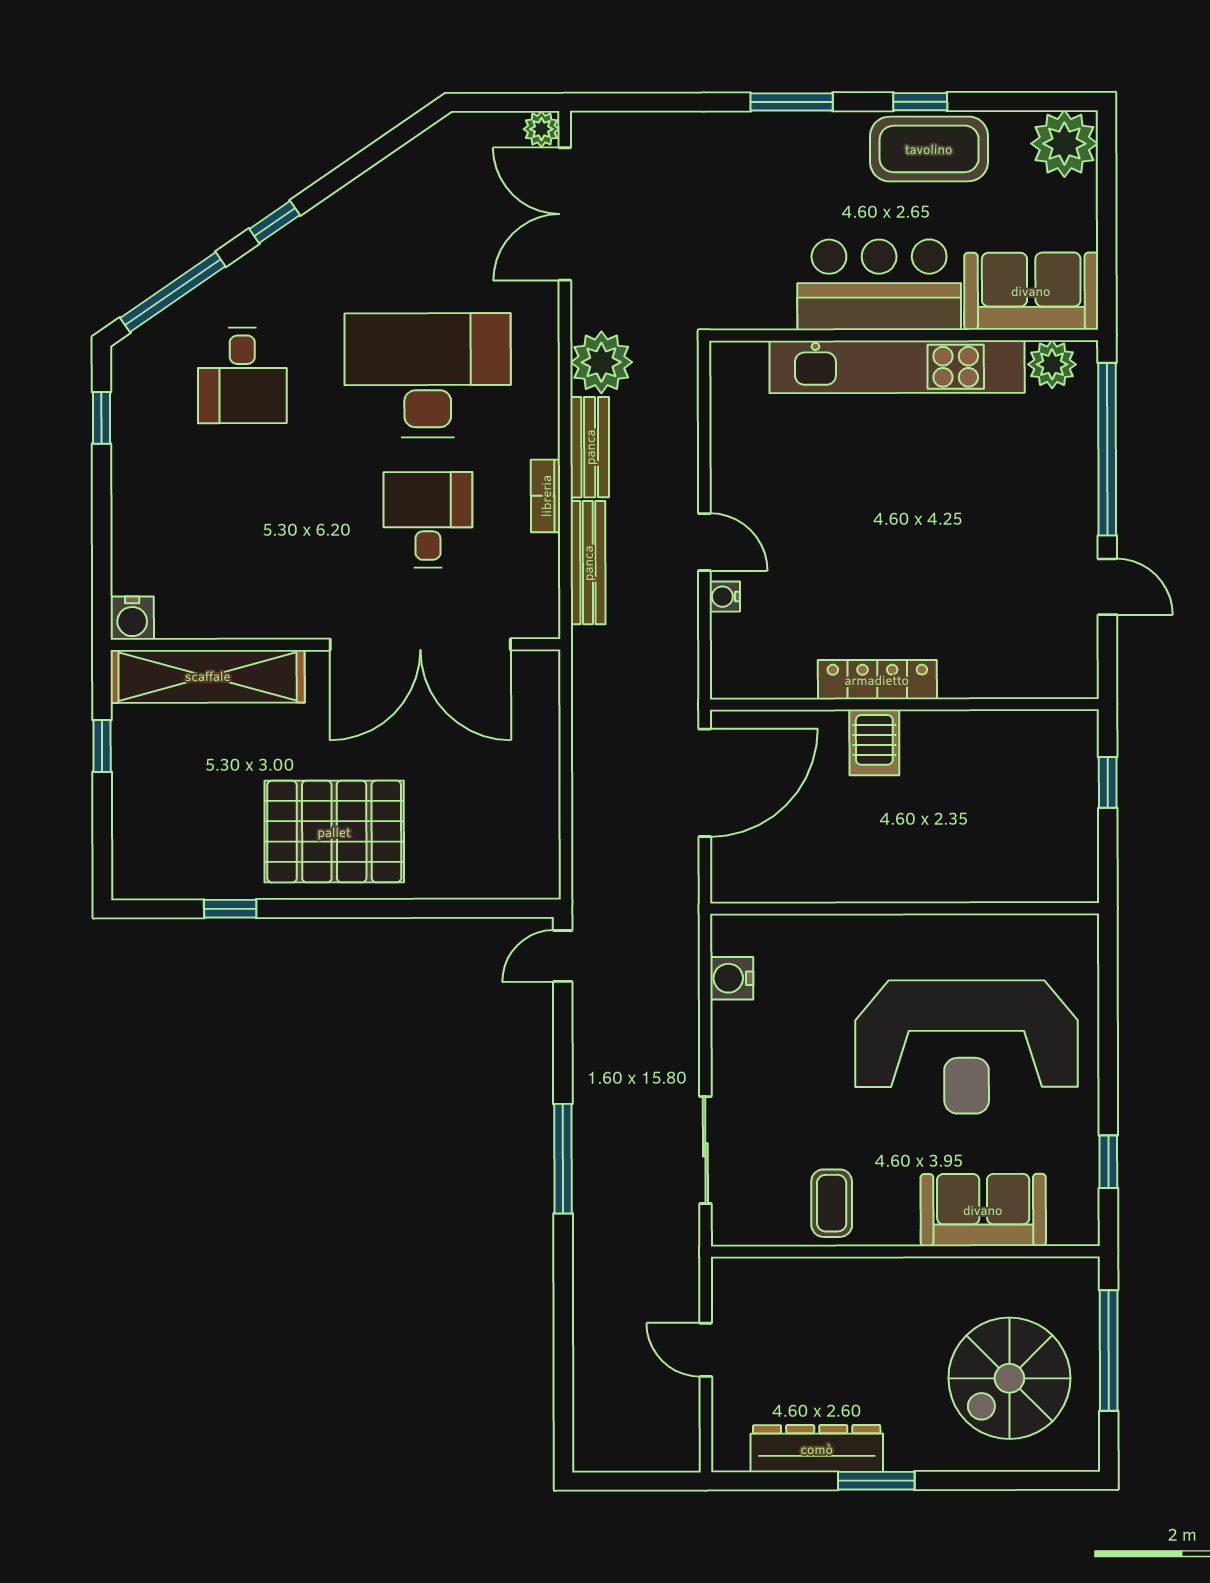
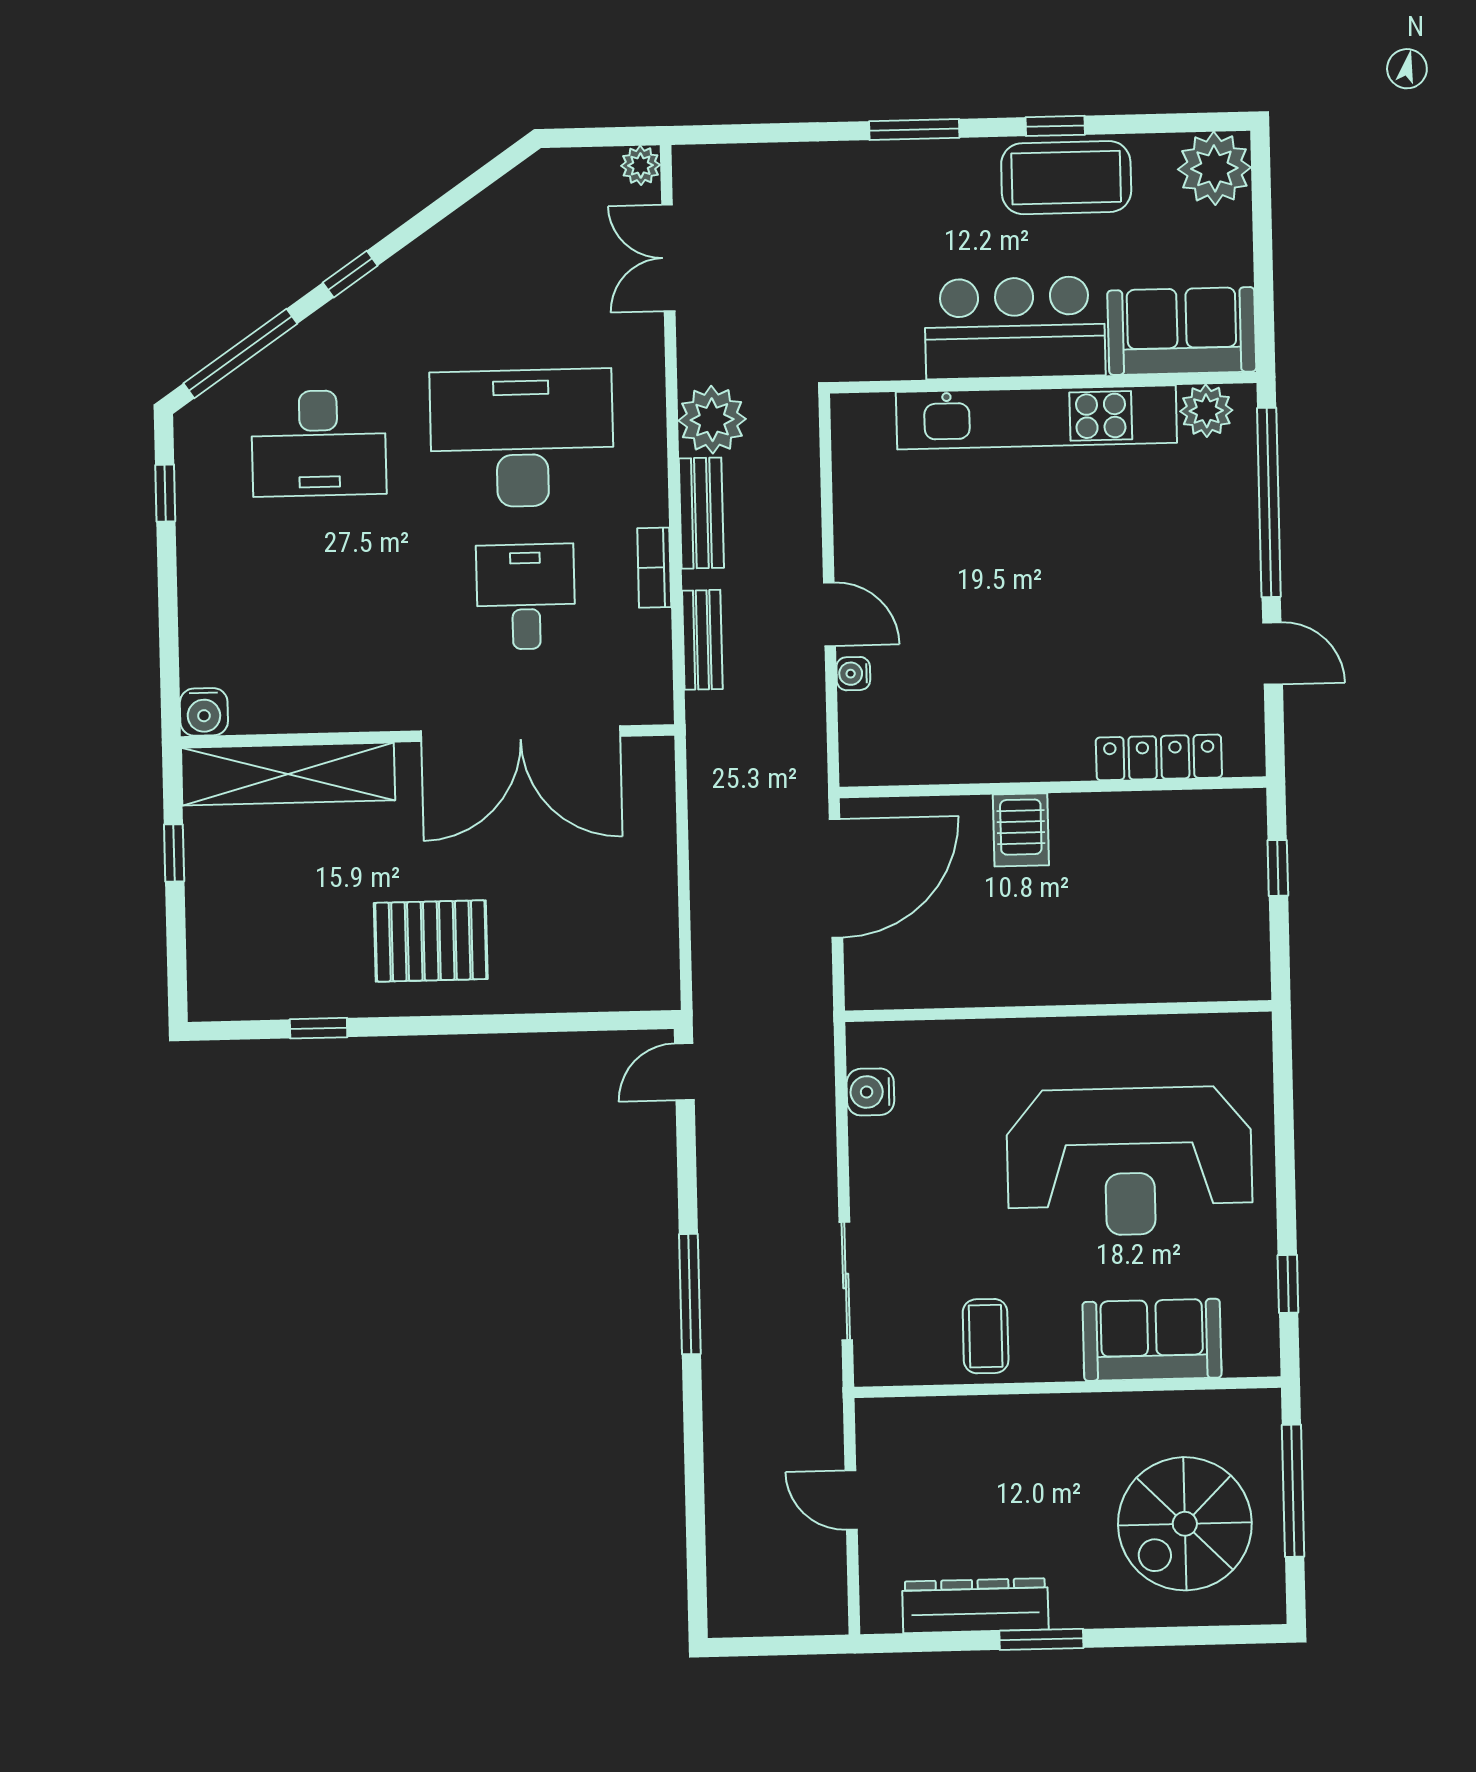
double door: (565, 214) -> (668, 258), width x0.73
desk: (242, 376) -> (319, 443), width x1.37
bench: (588, 563) -> (702, 640), width x0.73
locker: (877, 680) -> (1159, 757), moved
pallet: (334, 832) -> (431, 941), width x0.73, depth x0.71

